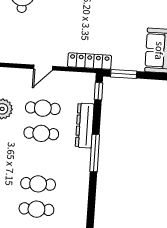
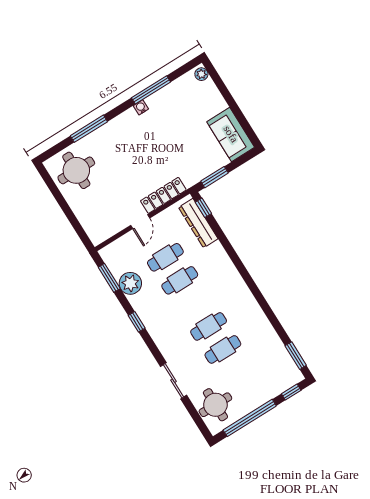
locker: (90, 61) -> (163, 195), moved
dresser: (85, 126) -> (198, 223), moved
window: (95, 153) -> (239, 264), removed

